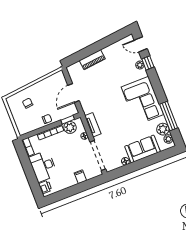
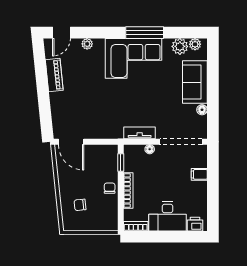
piano: (92, 60) -> (54, 75), moved
window: (148, 63) -> (89, 33), removed
door: (74, 93) -> (71, 142), moved
window: (169, 116) -> (145, 33), moved
plant: (70, 127) -> (132, 163), removed

